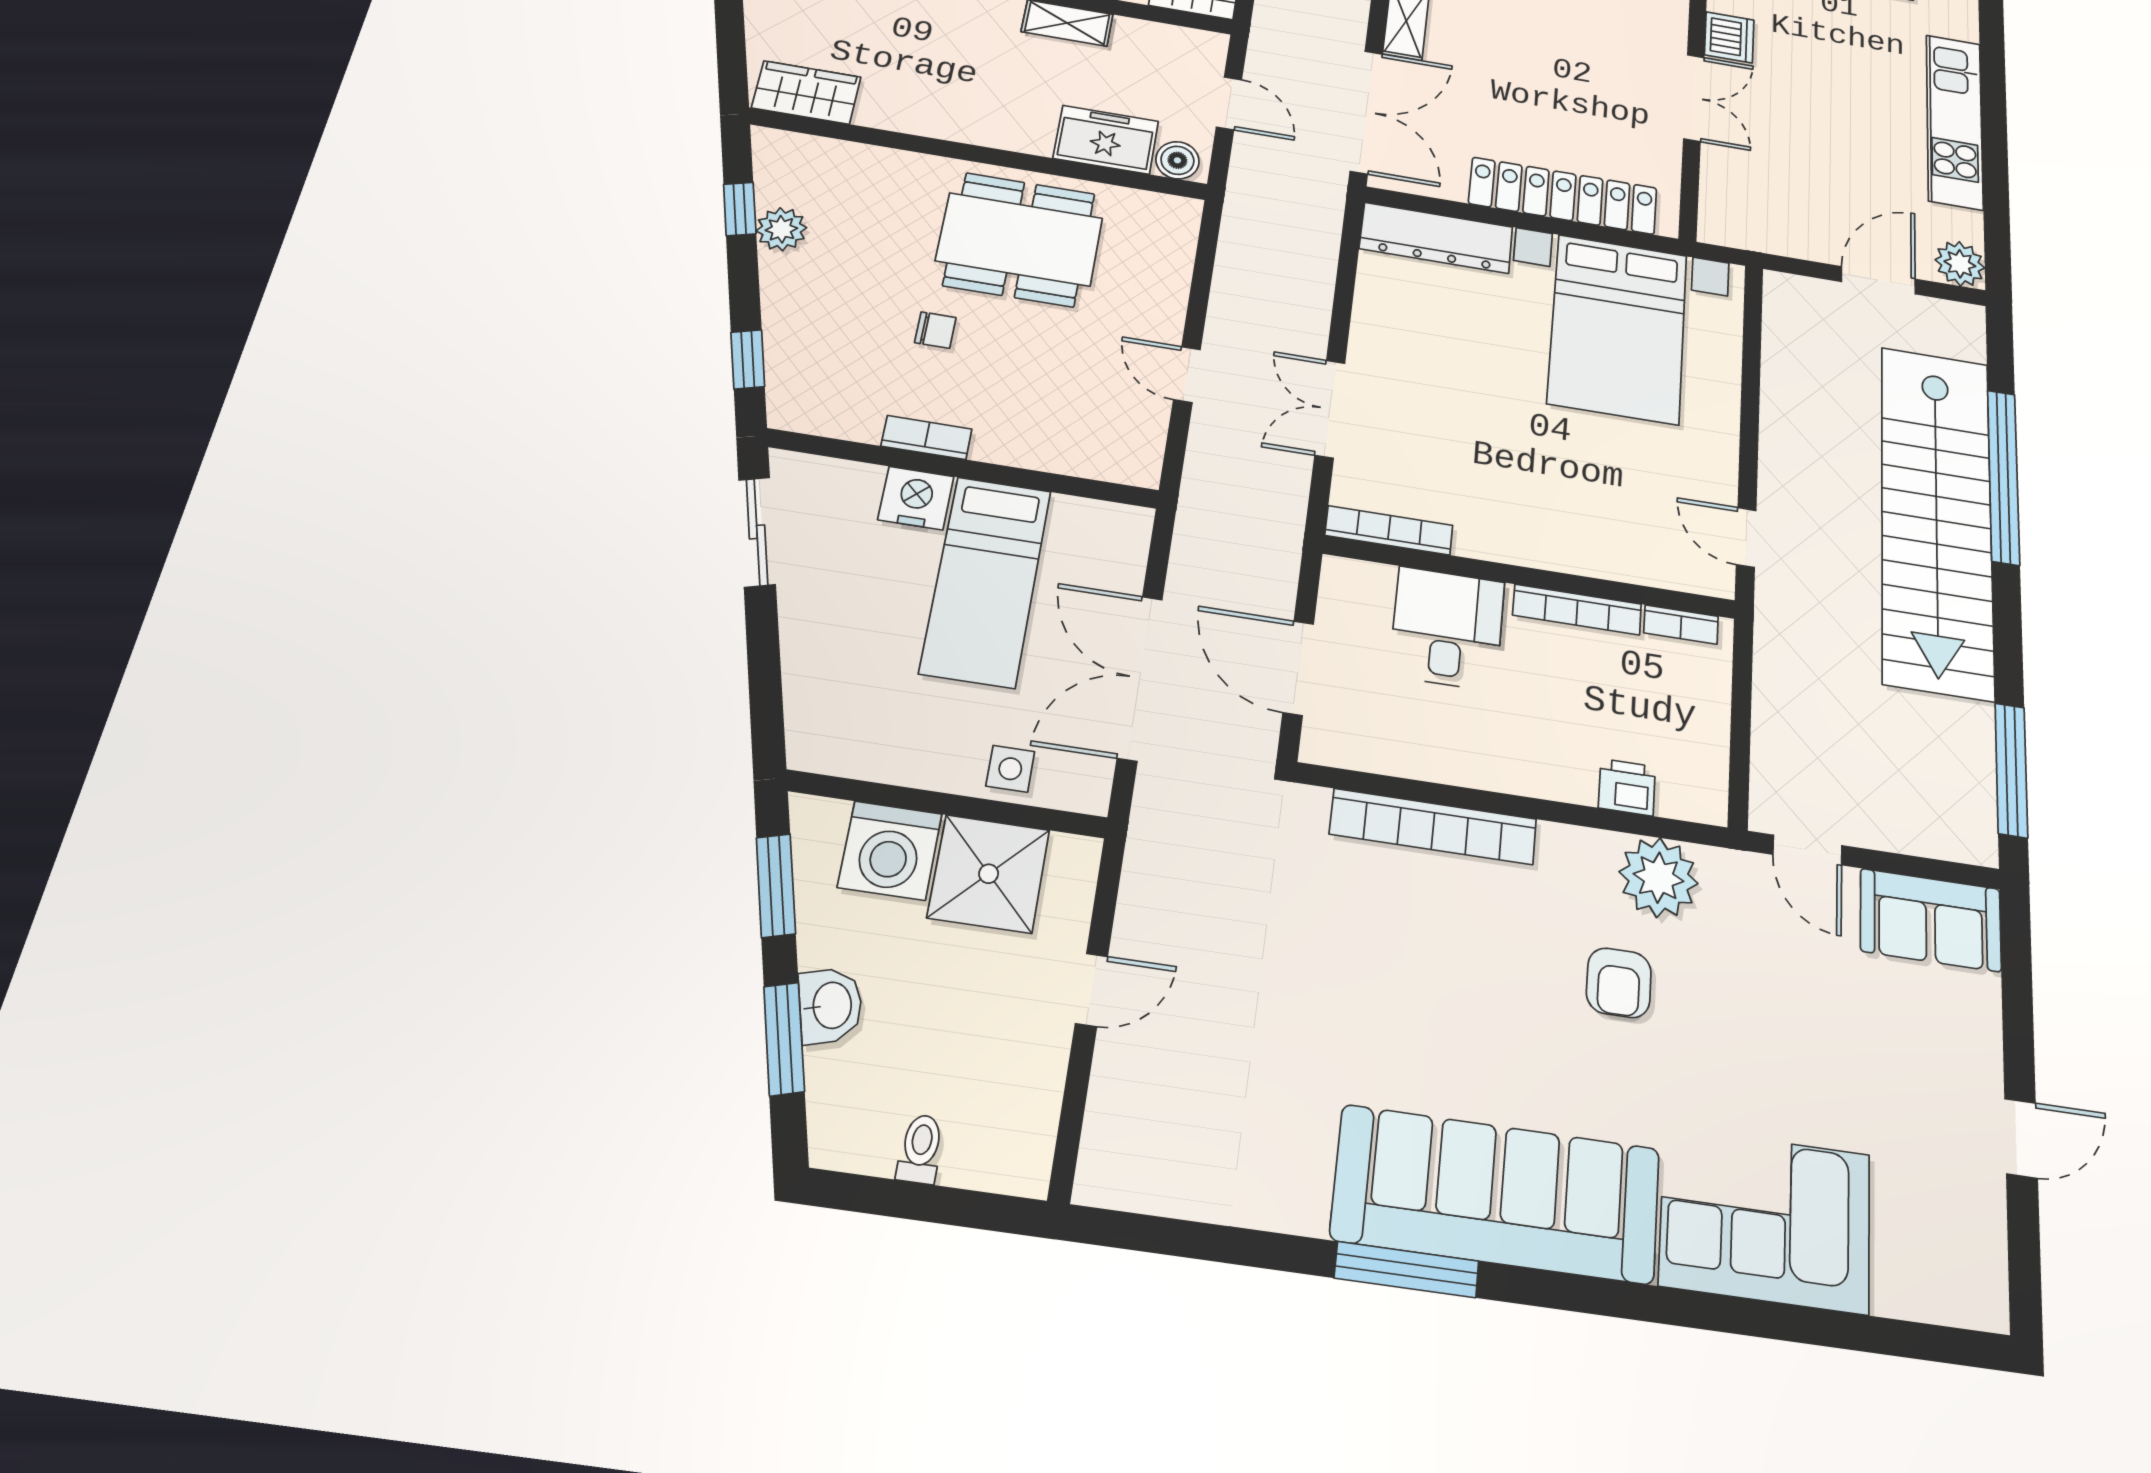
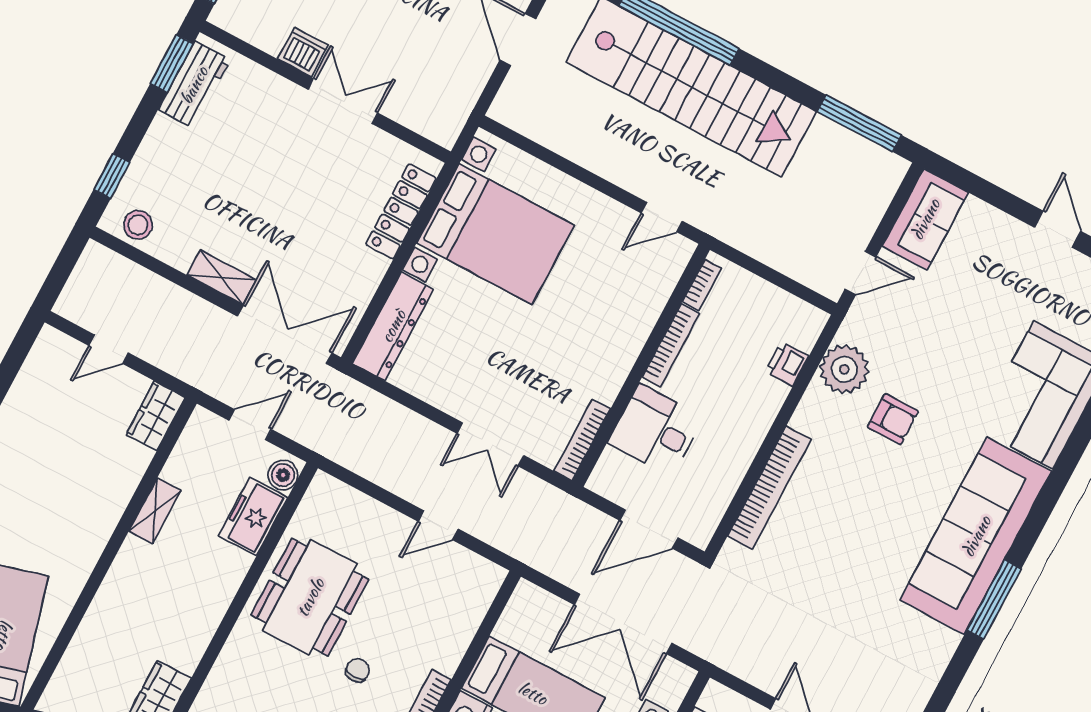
locker: (1563, 196) -> (401, 211), width x0.71, depth x0.83

